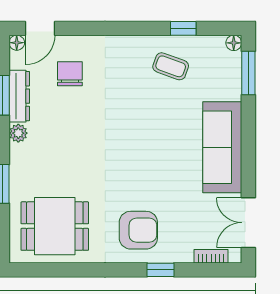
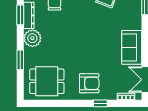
plant: (18, 133) -> (32, 38), width x1.88, depth x1.88
sofa: (222, 147) -> (132, 47), width x0.73

